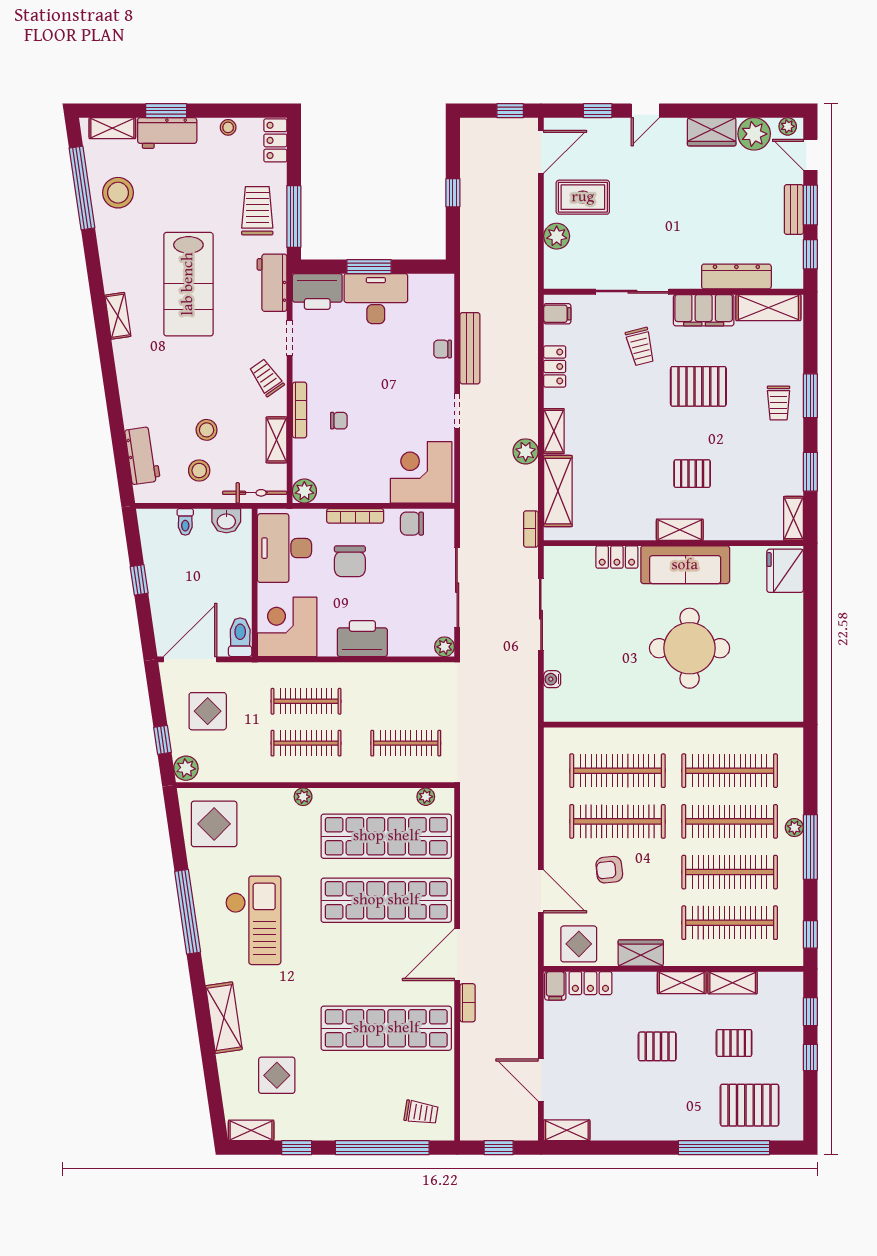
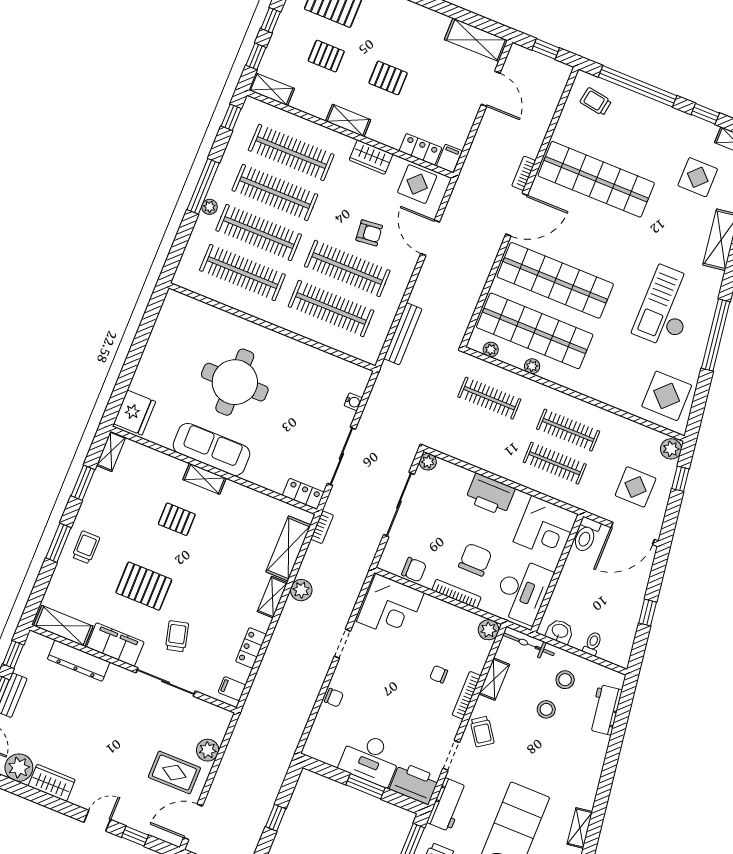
bench: (470, 348) -> (403, 334), moved
locker: (617, 557) -> (303, 494), moved
plant: (303, 797) -> (532, 366), moved
shelving: (733, 983) -> (272, 89), moved
shelving: (567, 1130) -> (476, 40), width x1.50, depth x1.33

